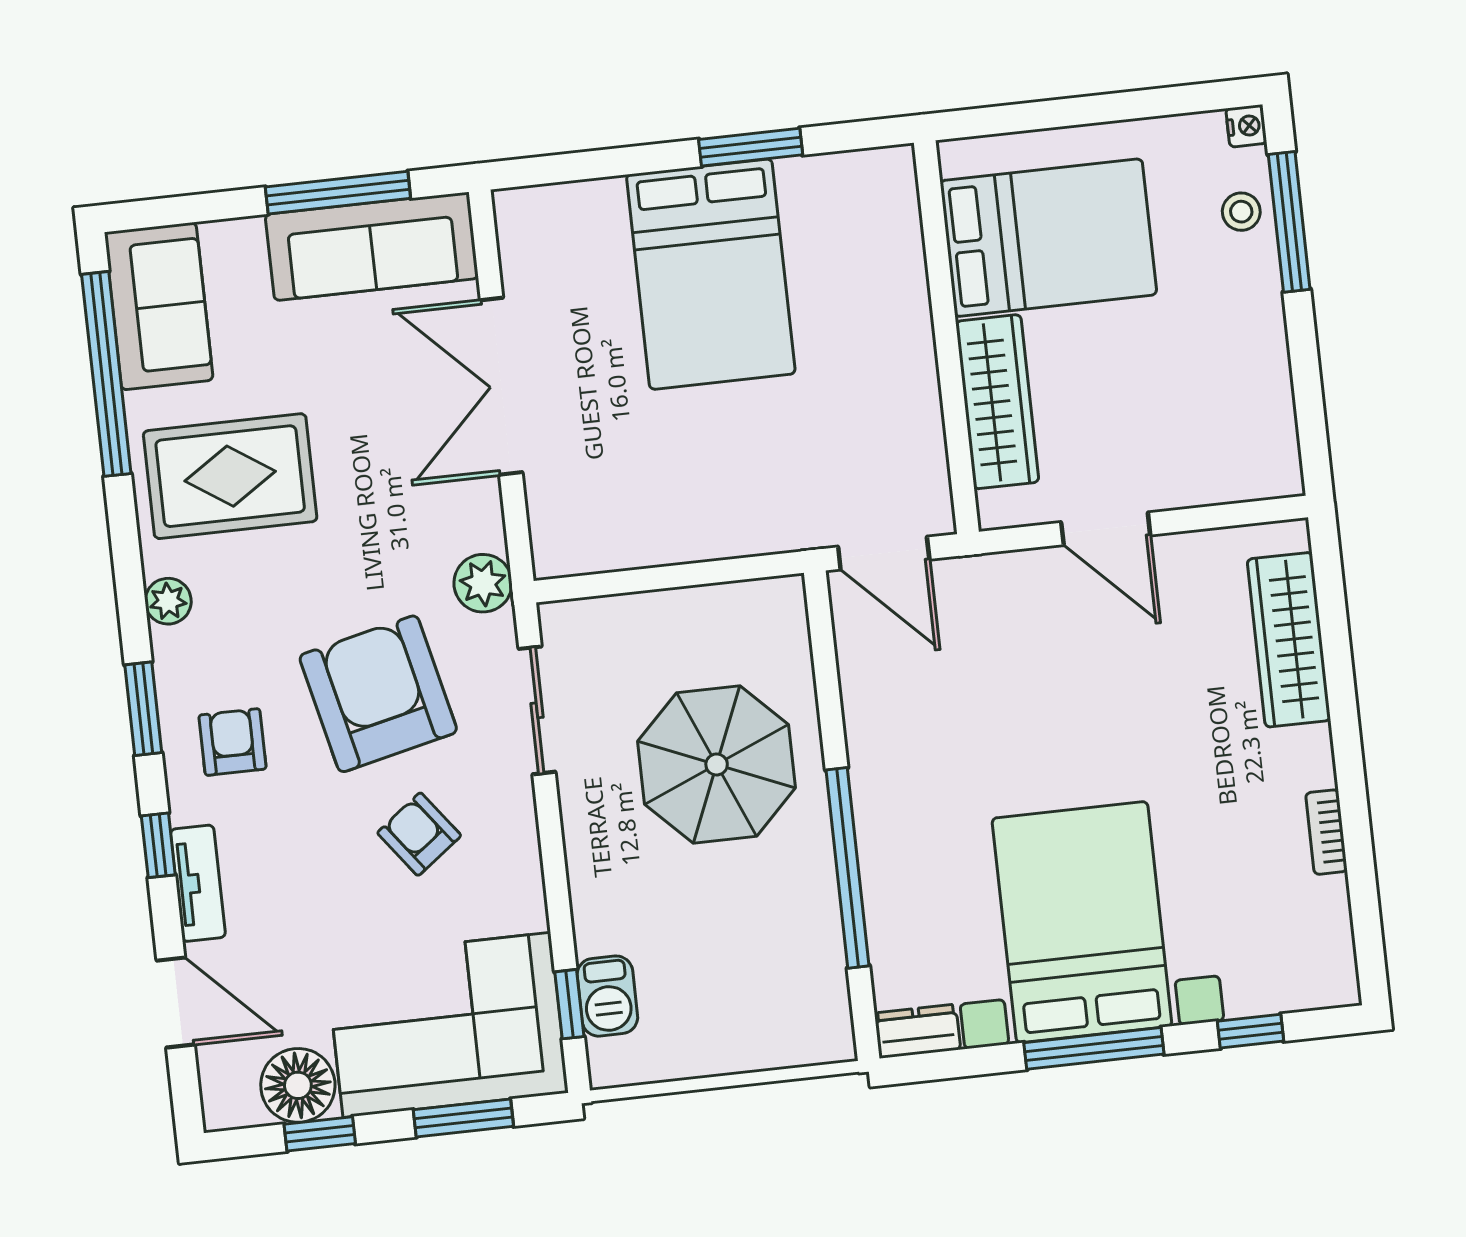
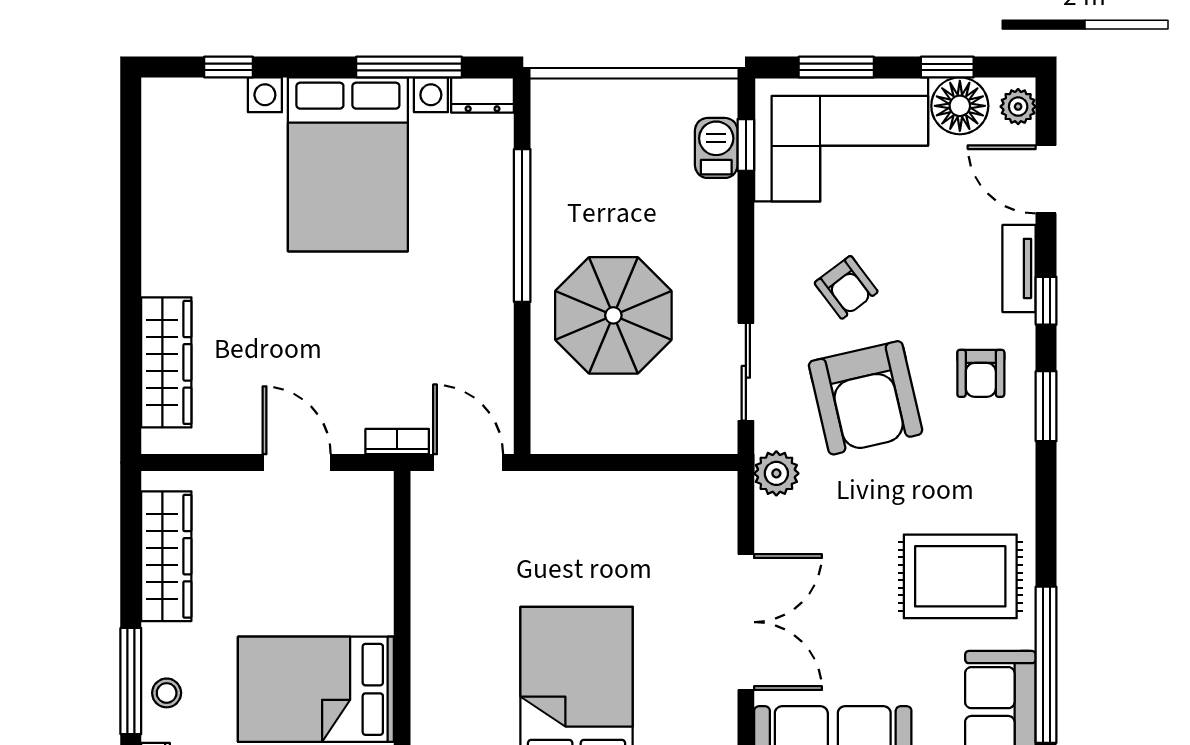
wardrobe: (997, 402) -> (166, 556), moved, turned 180
plant: (168, 601) -> (1018, 107), moved
bookcase: (1326, 832) -> (397, 442), moved, turned -90
window: (1094, 1048) -> (409, 67), moved

